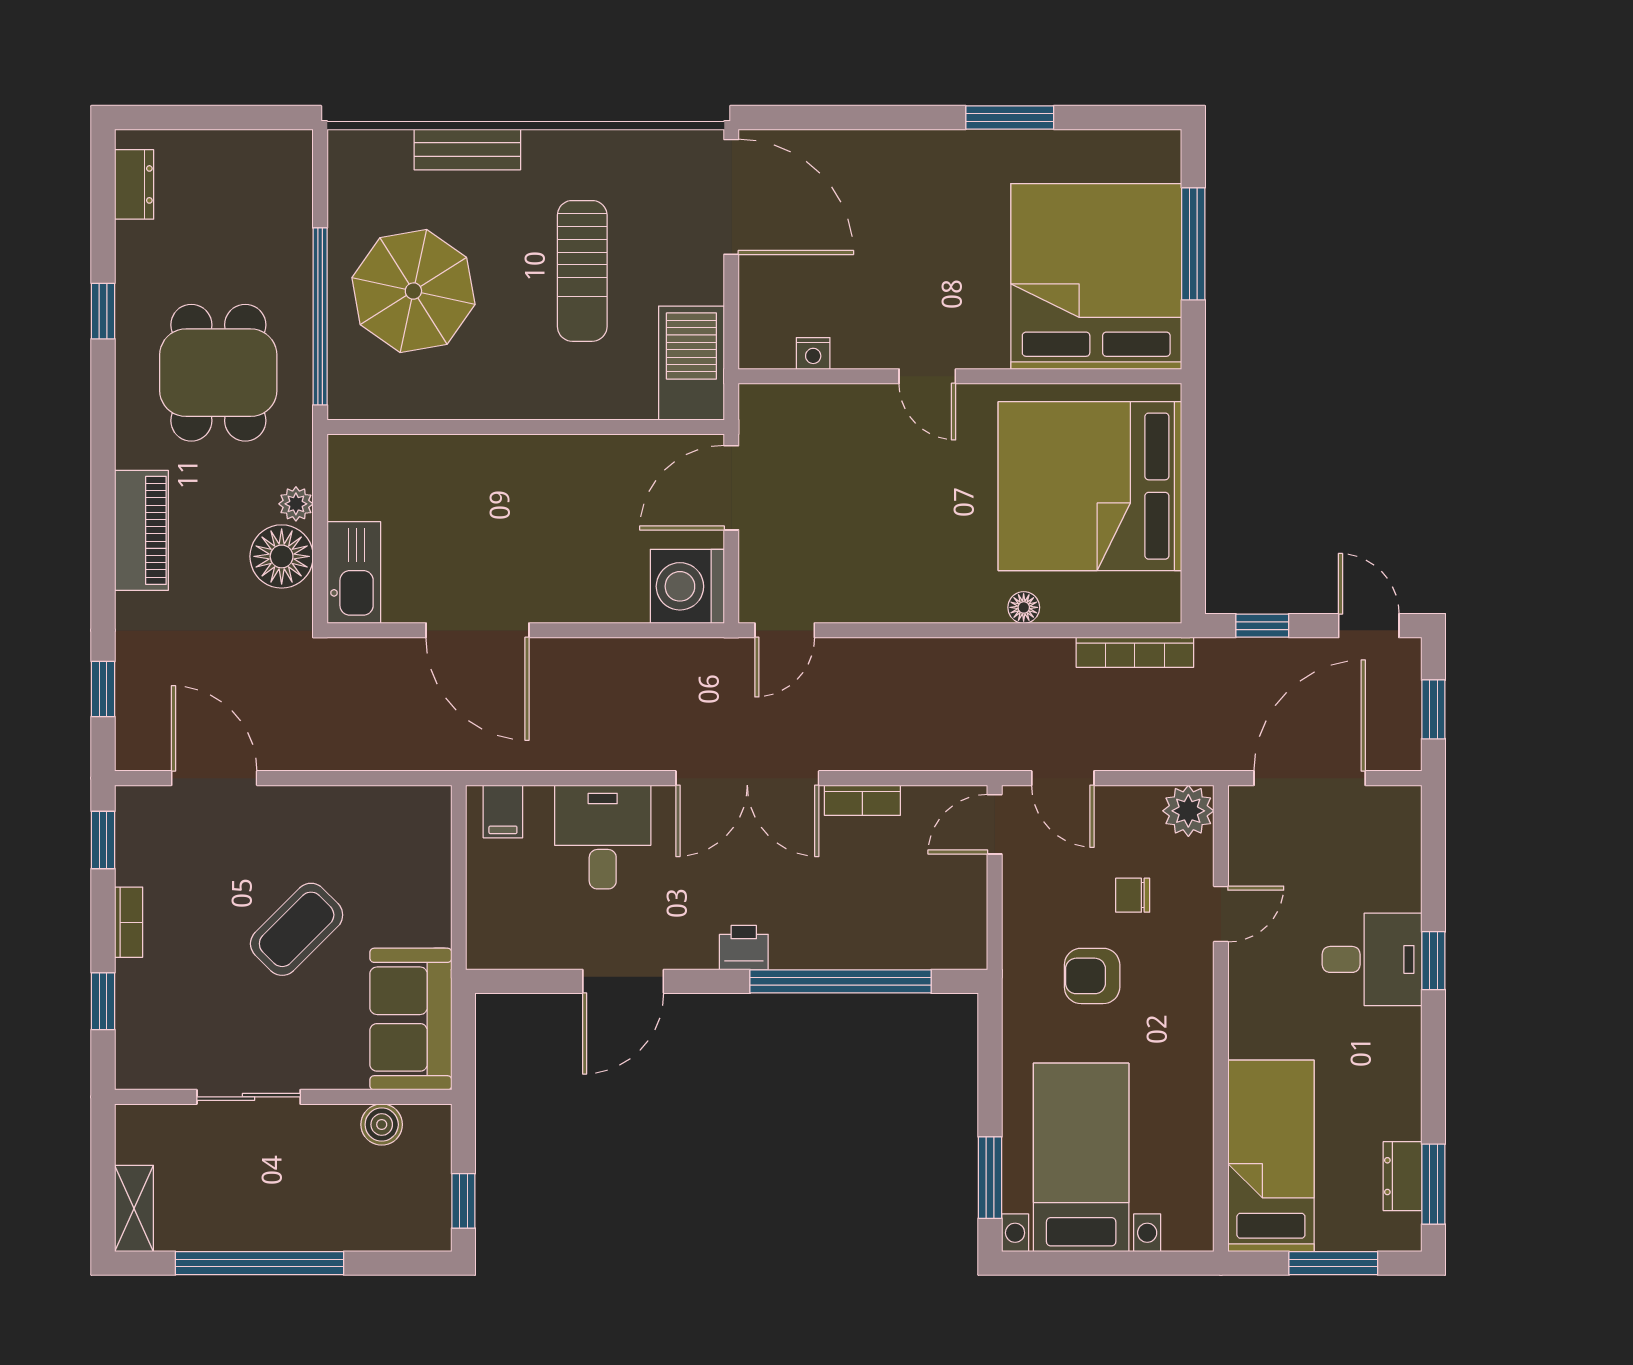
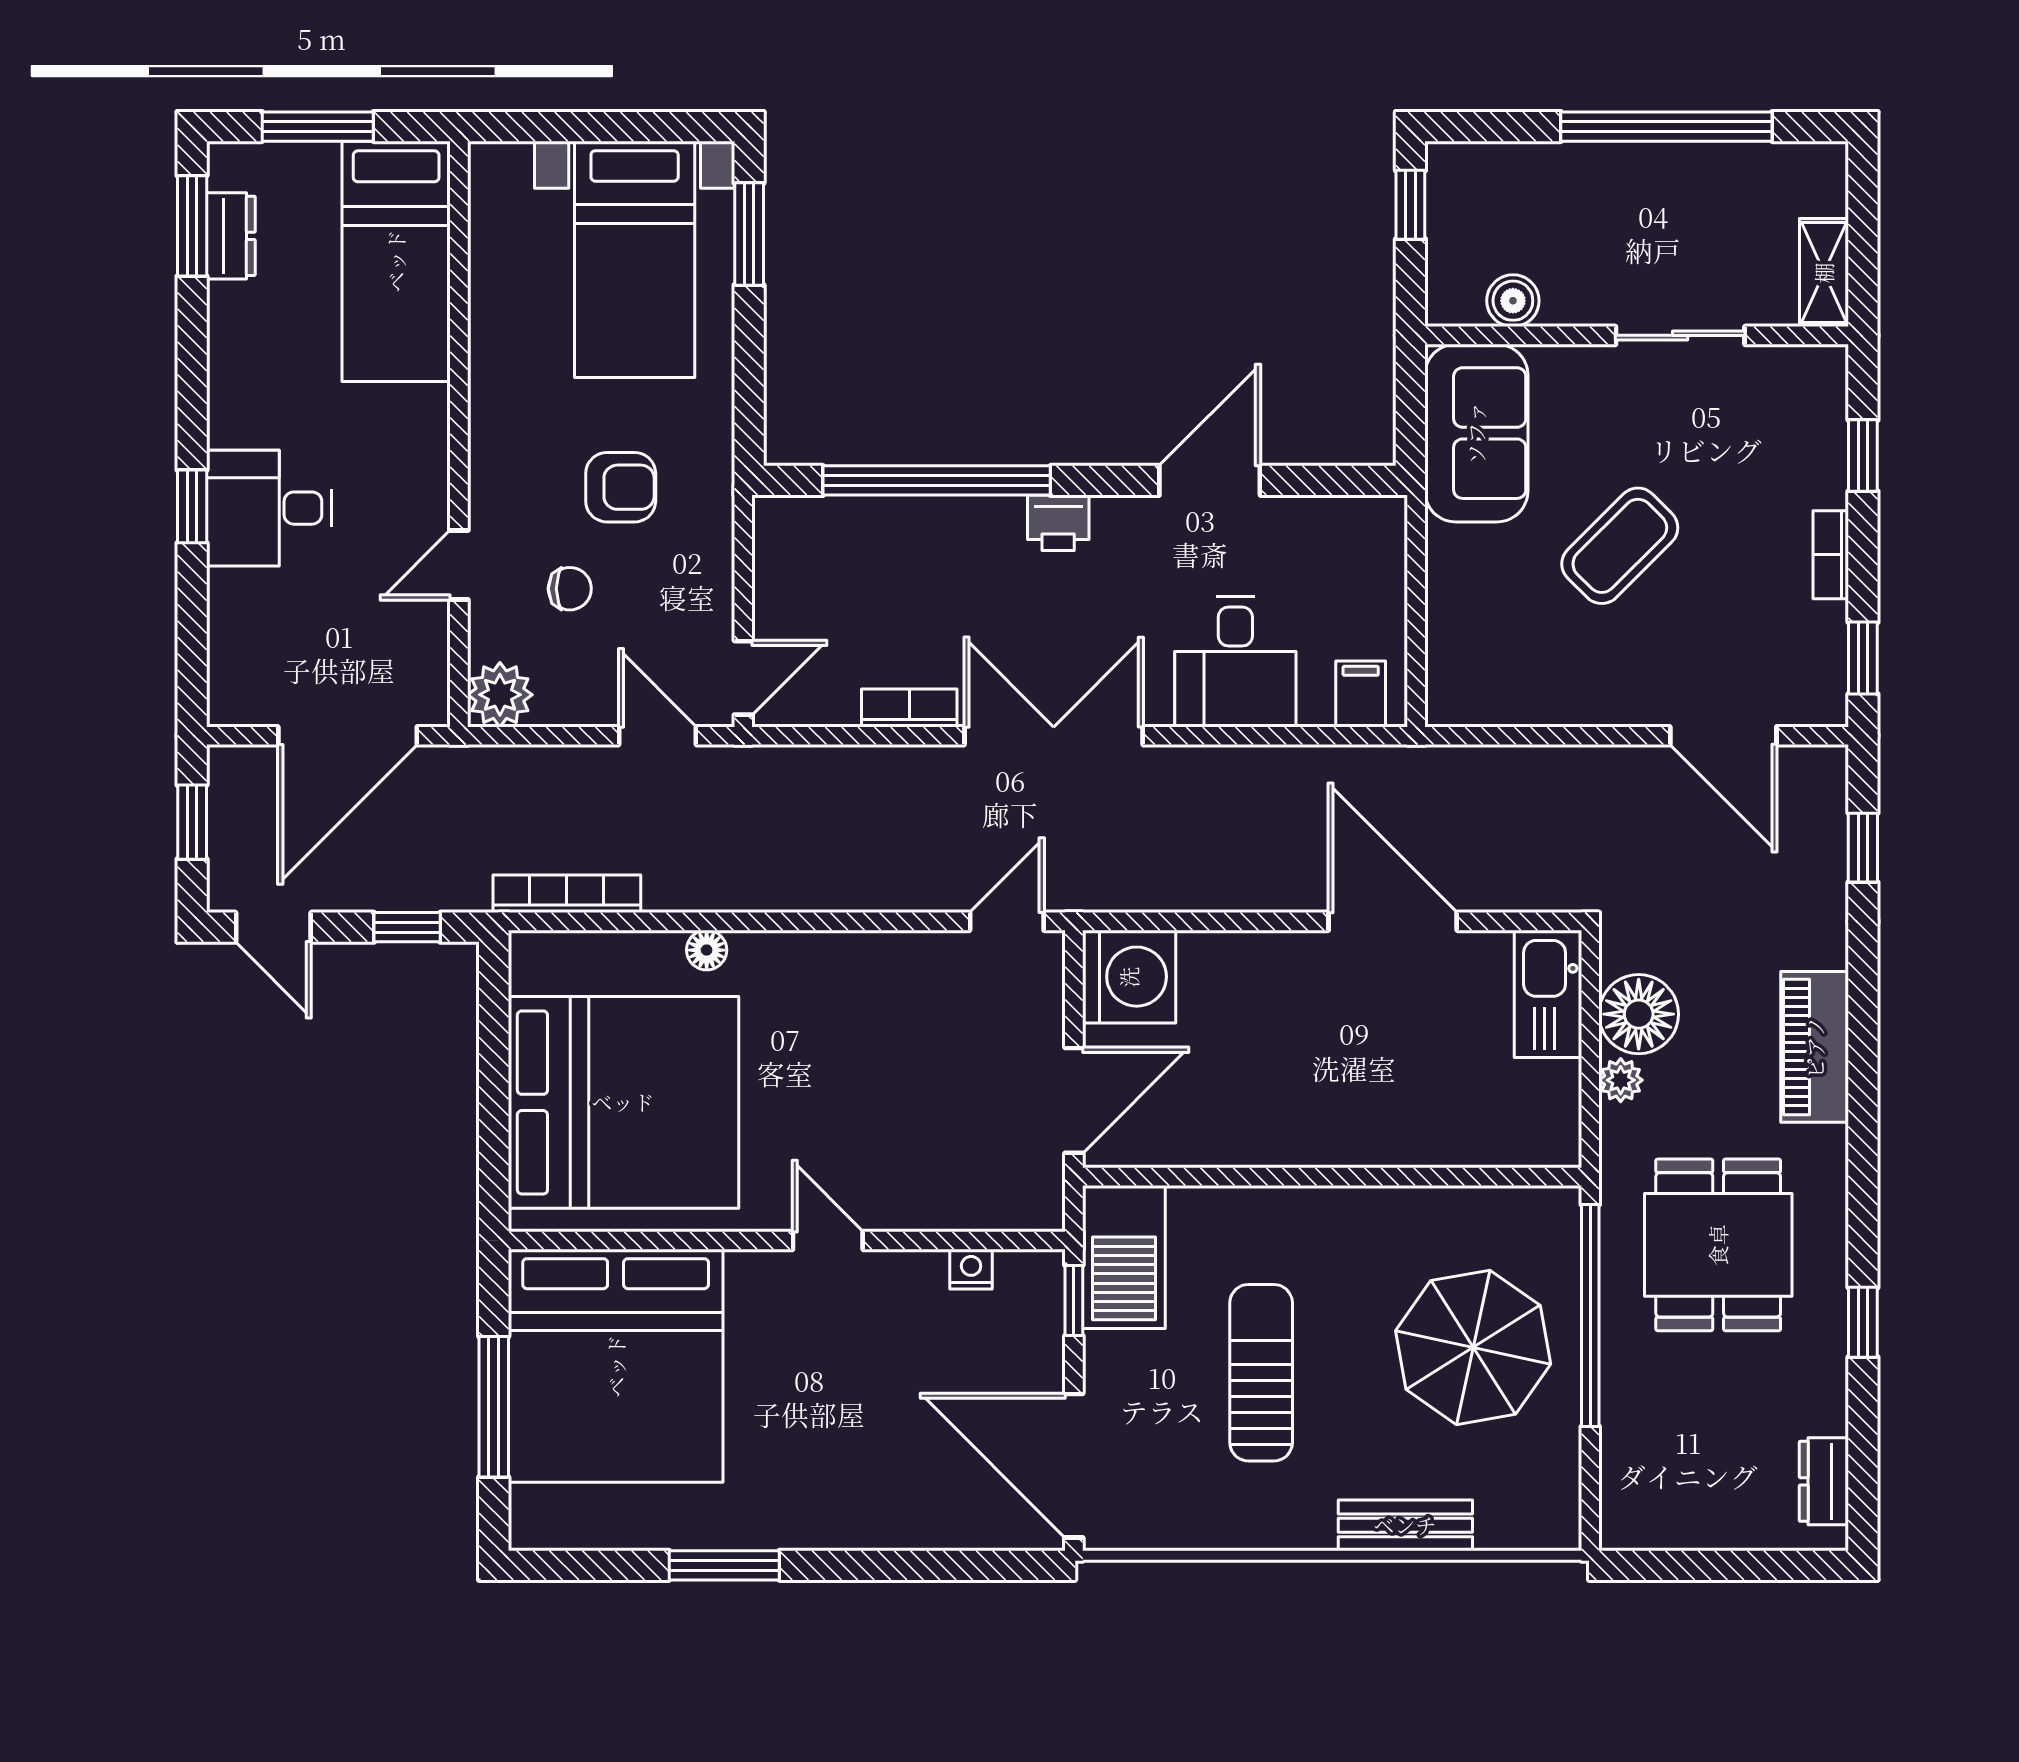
window: (731, 328) -> (1074, 1301), added
shelving: (134, 1208) -> (1824, 273), moved

